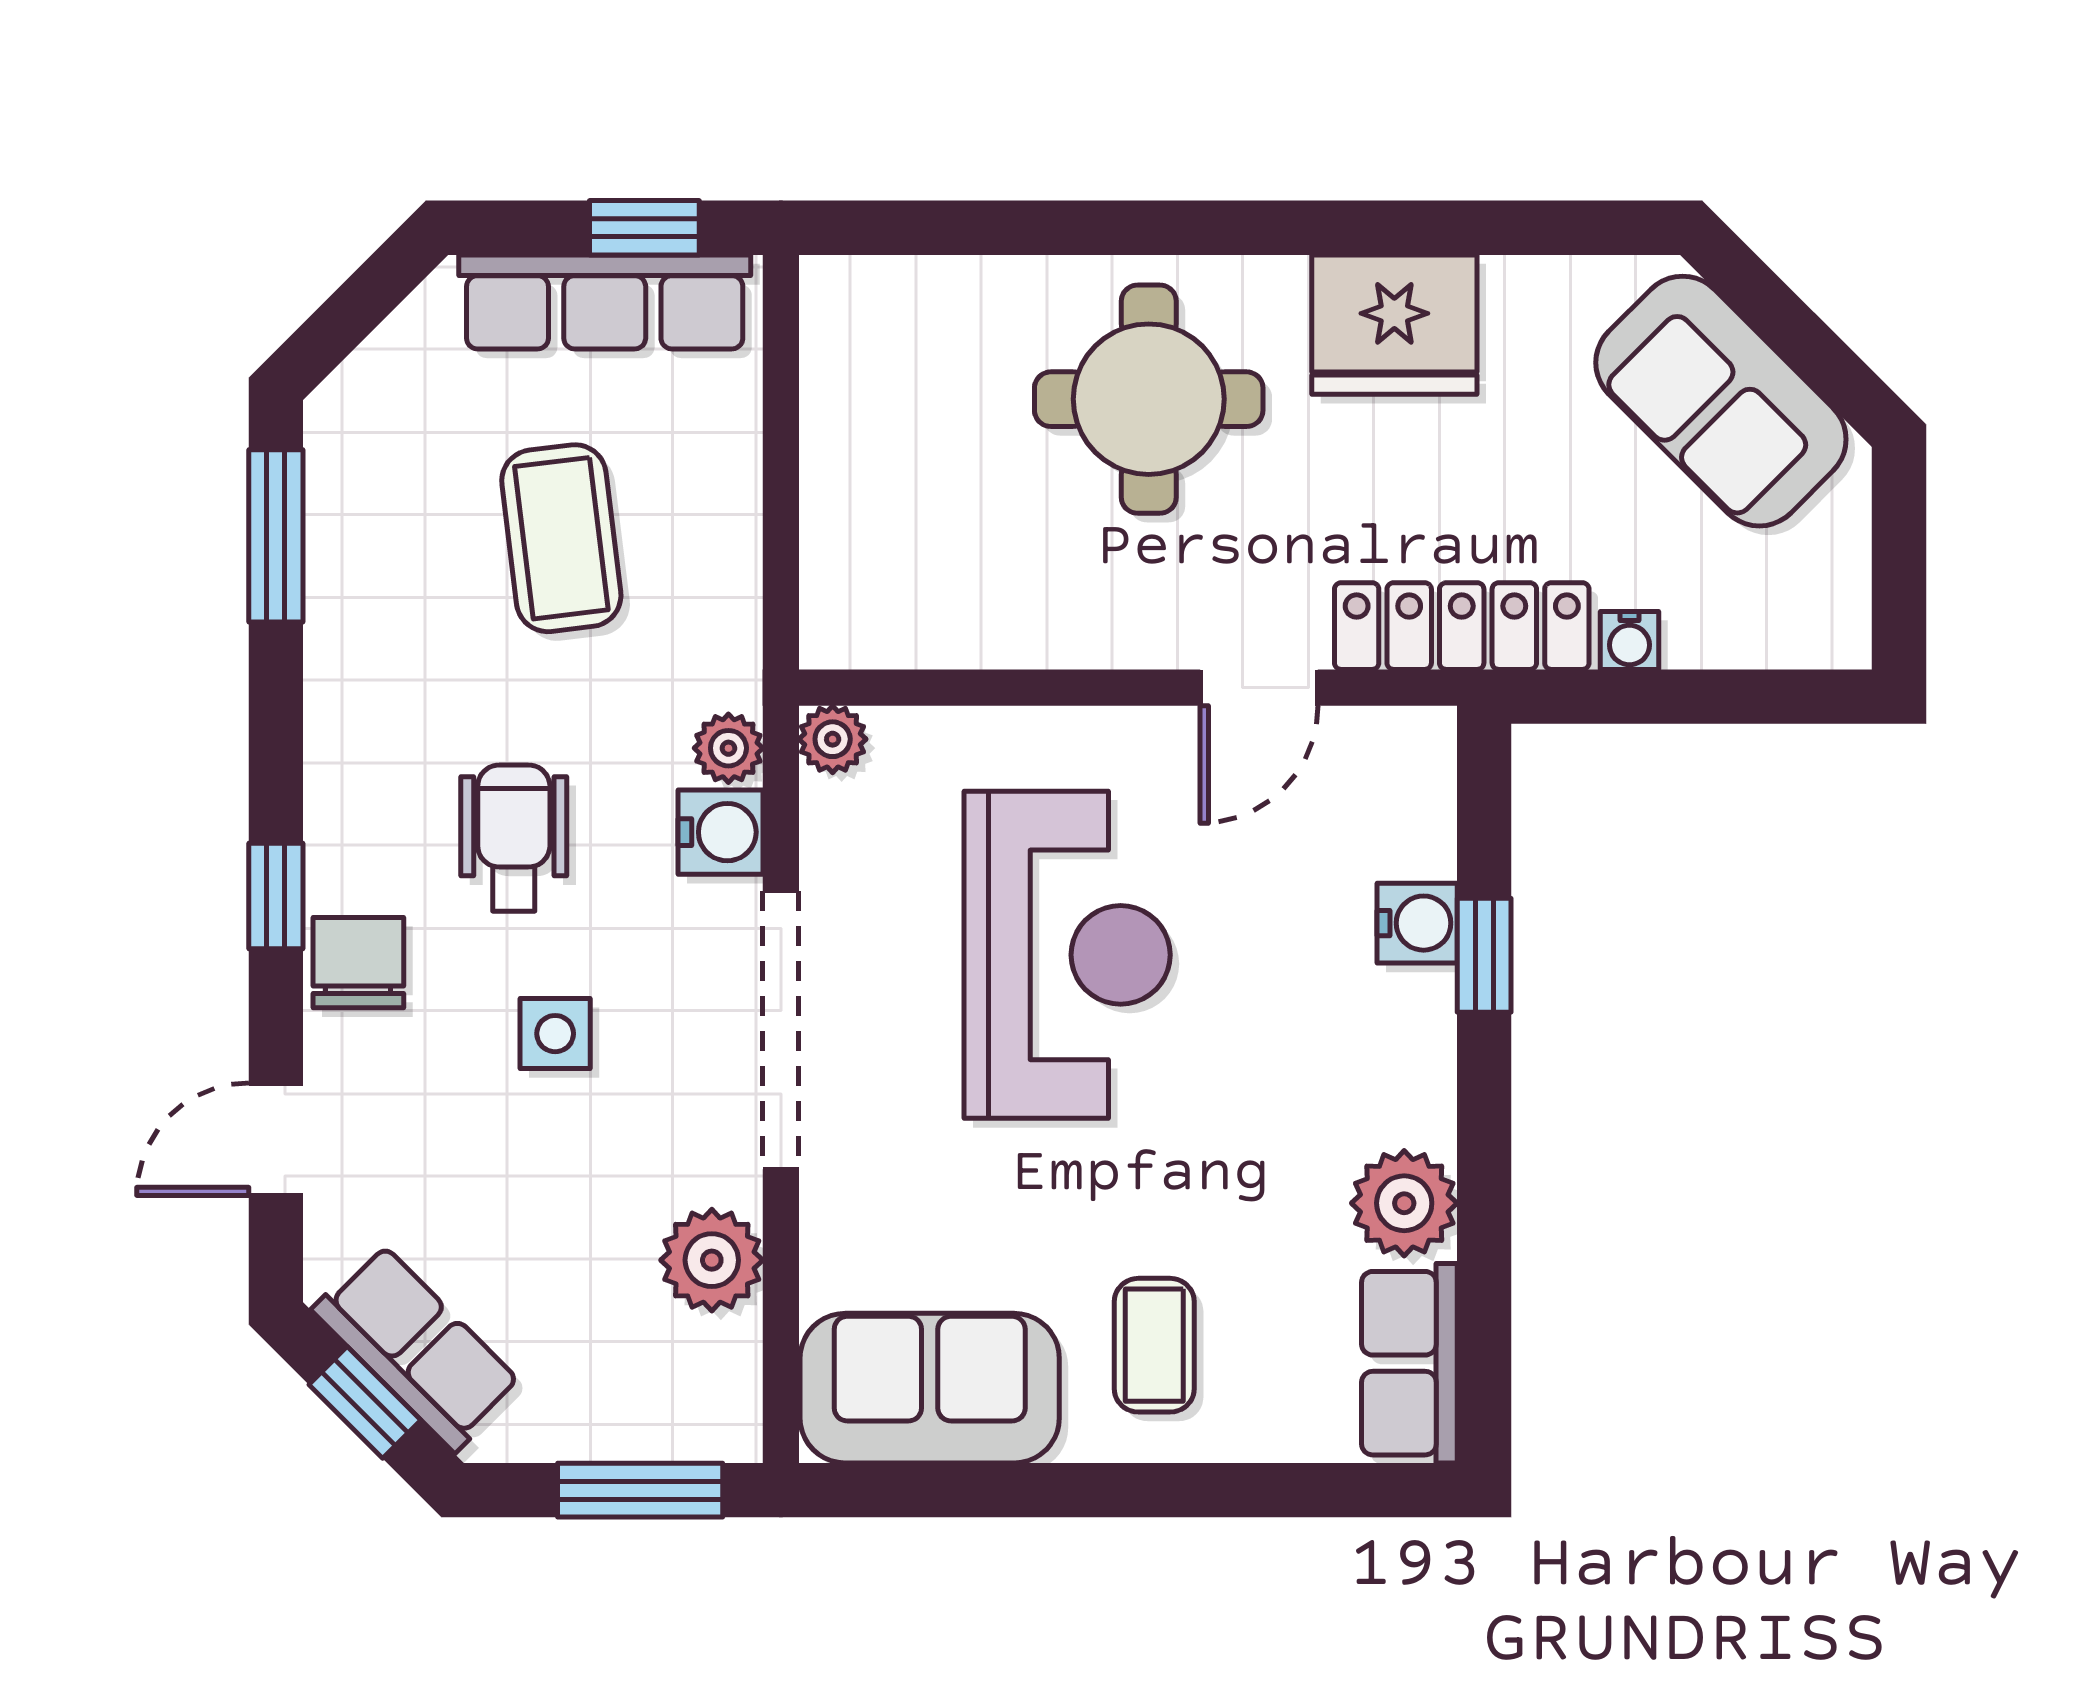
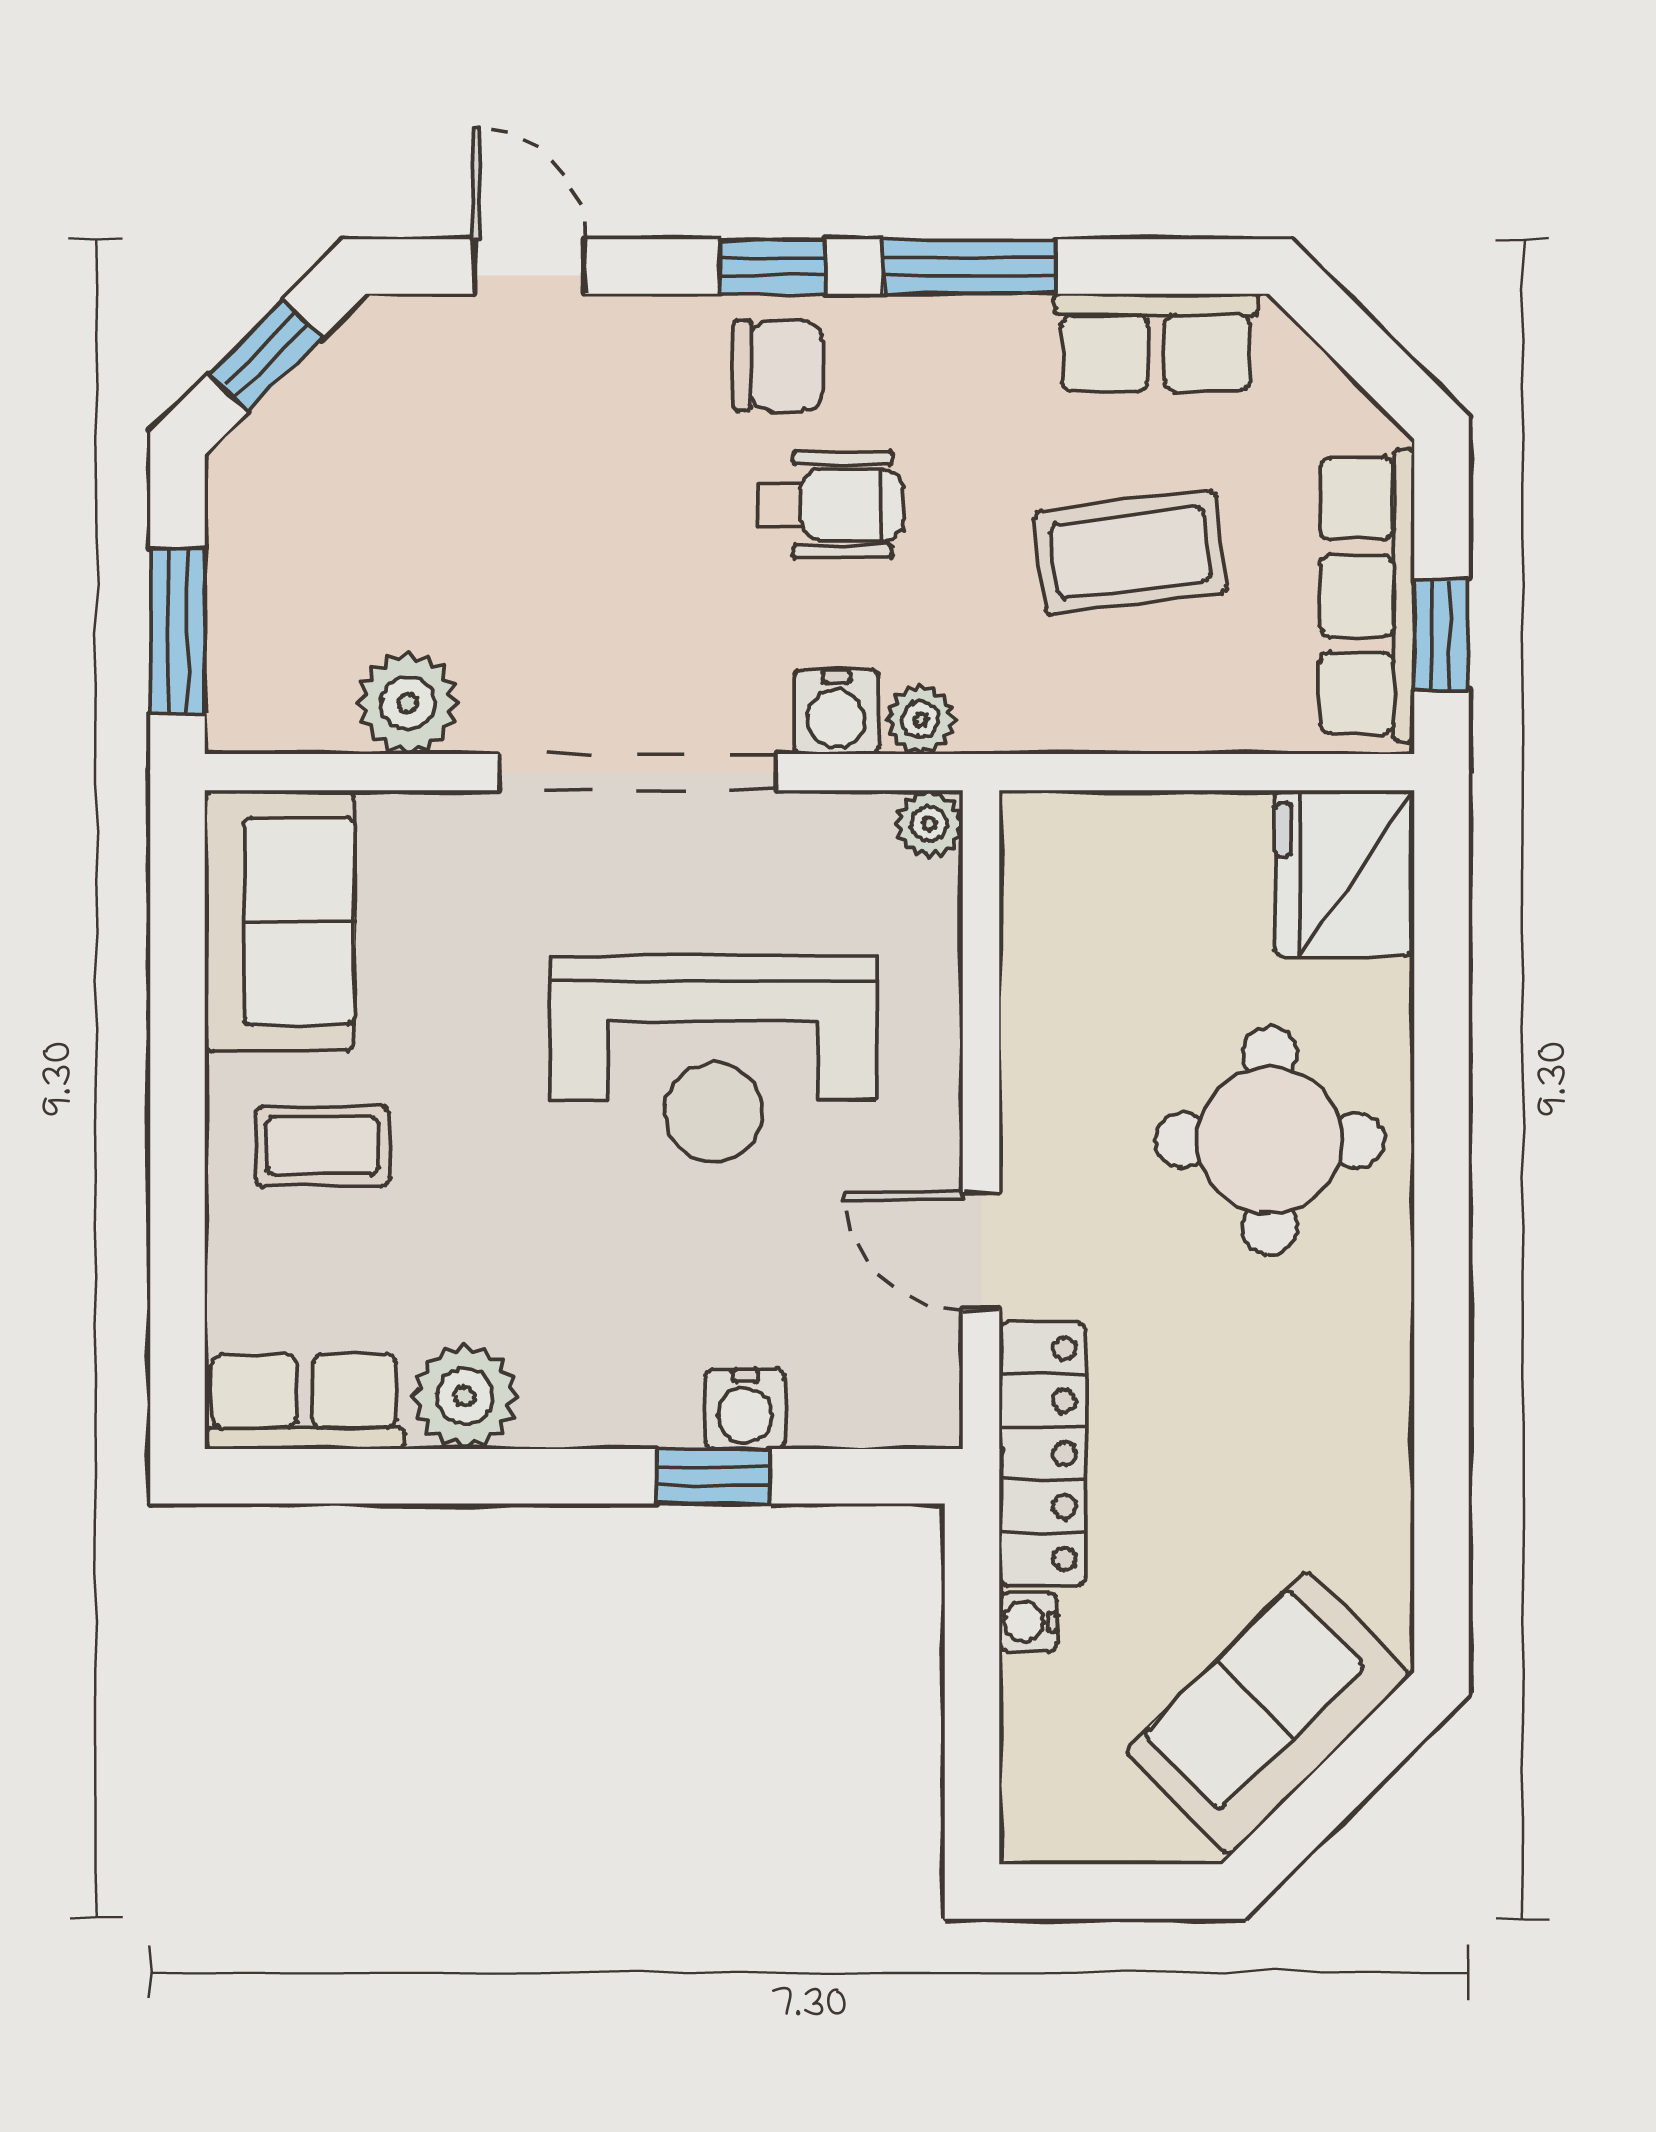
fridge: (1394, 325) -> (1344, 873), moved
window: (276, 536) -> (970, 267), moved
chair: (358, 963) -> (778, 366), moved
side table: (555, 1034) -> (635, 546), removed
row of seats: (417, 1347) -> (1156, 343), moved, turned 45

